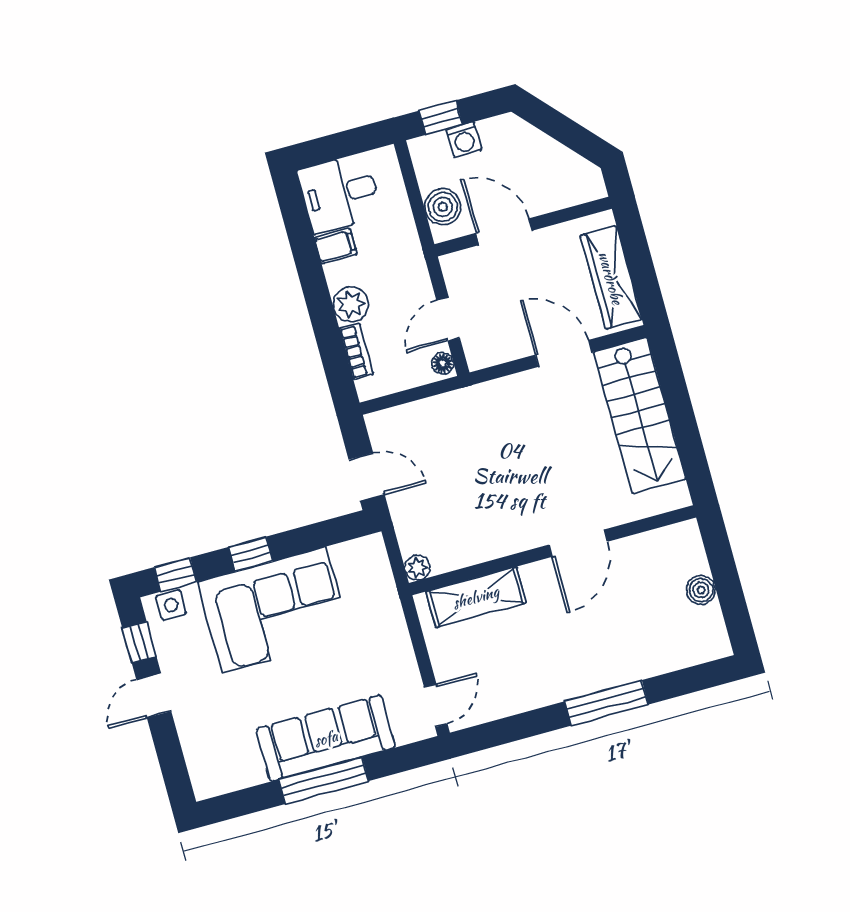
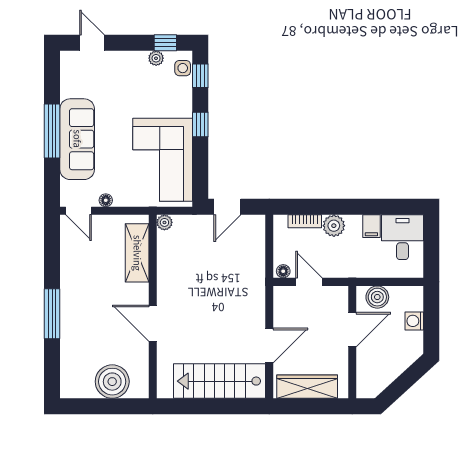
window: (441, 118) -> (431, 310), removed
boiler: (701, 590) -> (112, 382), width x1.86, depth x1.86
corner sofa: (274, 610) -> (163, 160), moved
plant: (167, 650) -> (156, 58), added
floor lamp: (408, 668) -> (106, 200), added
door: (154, 695) -> (92, 43), moved

